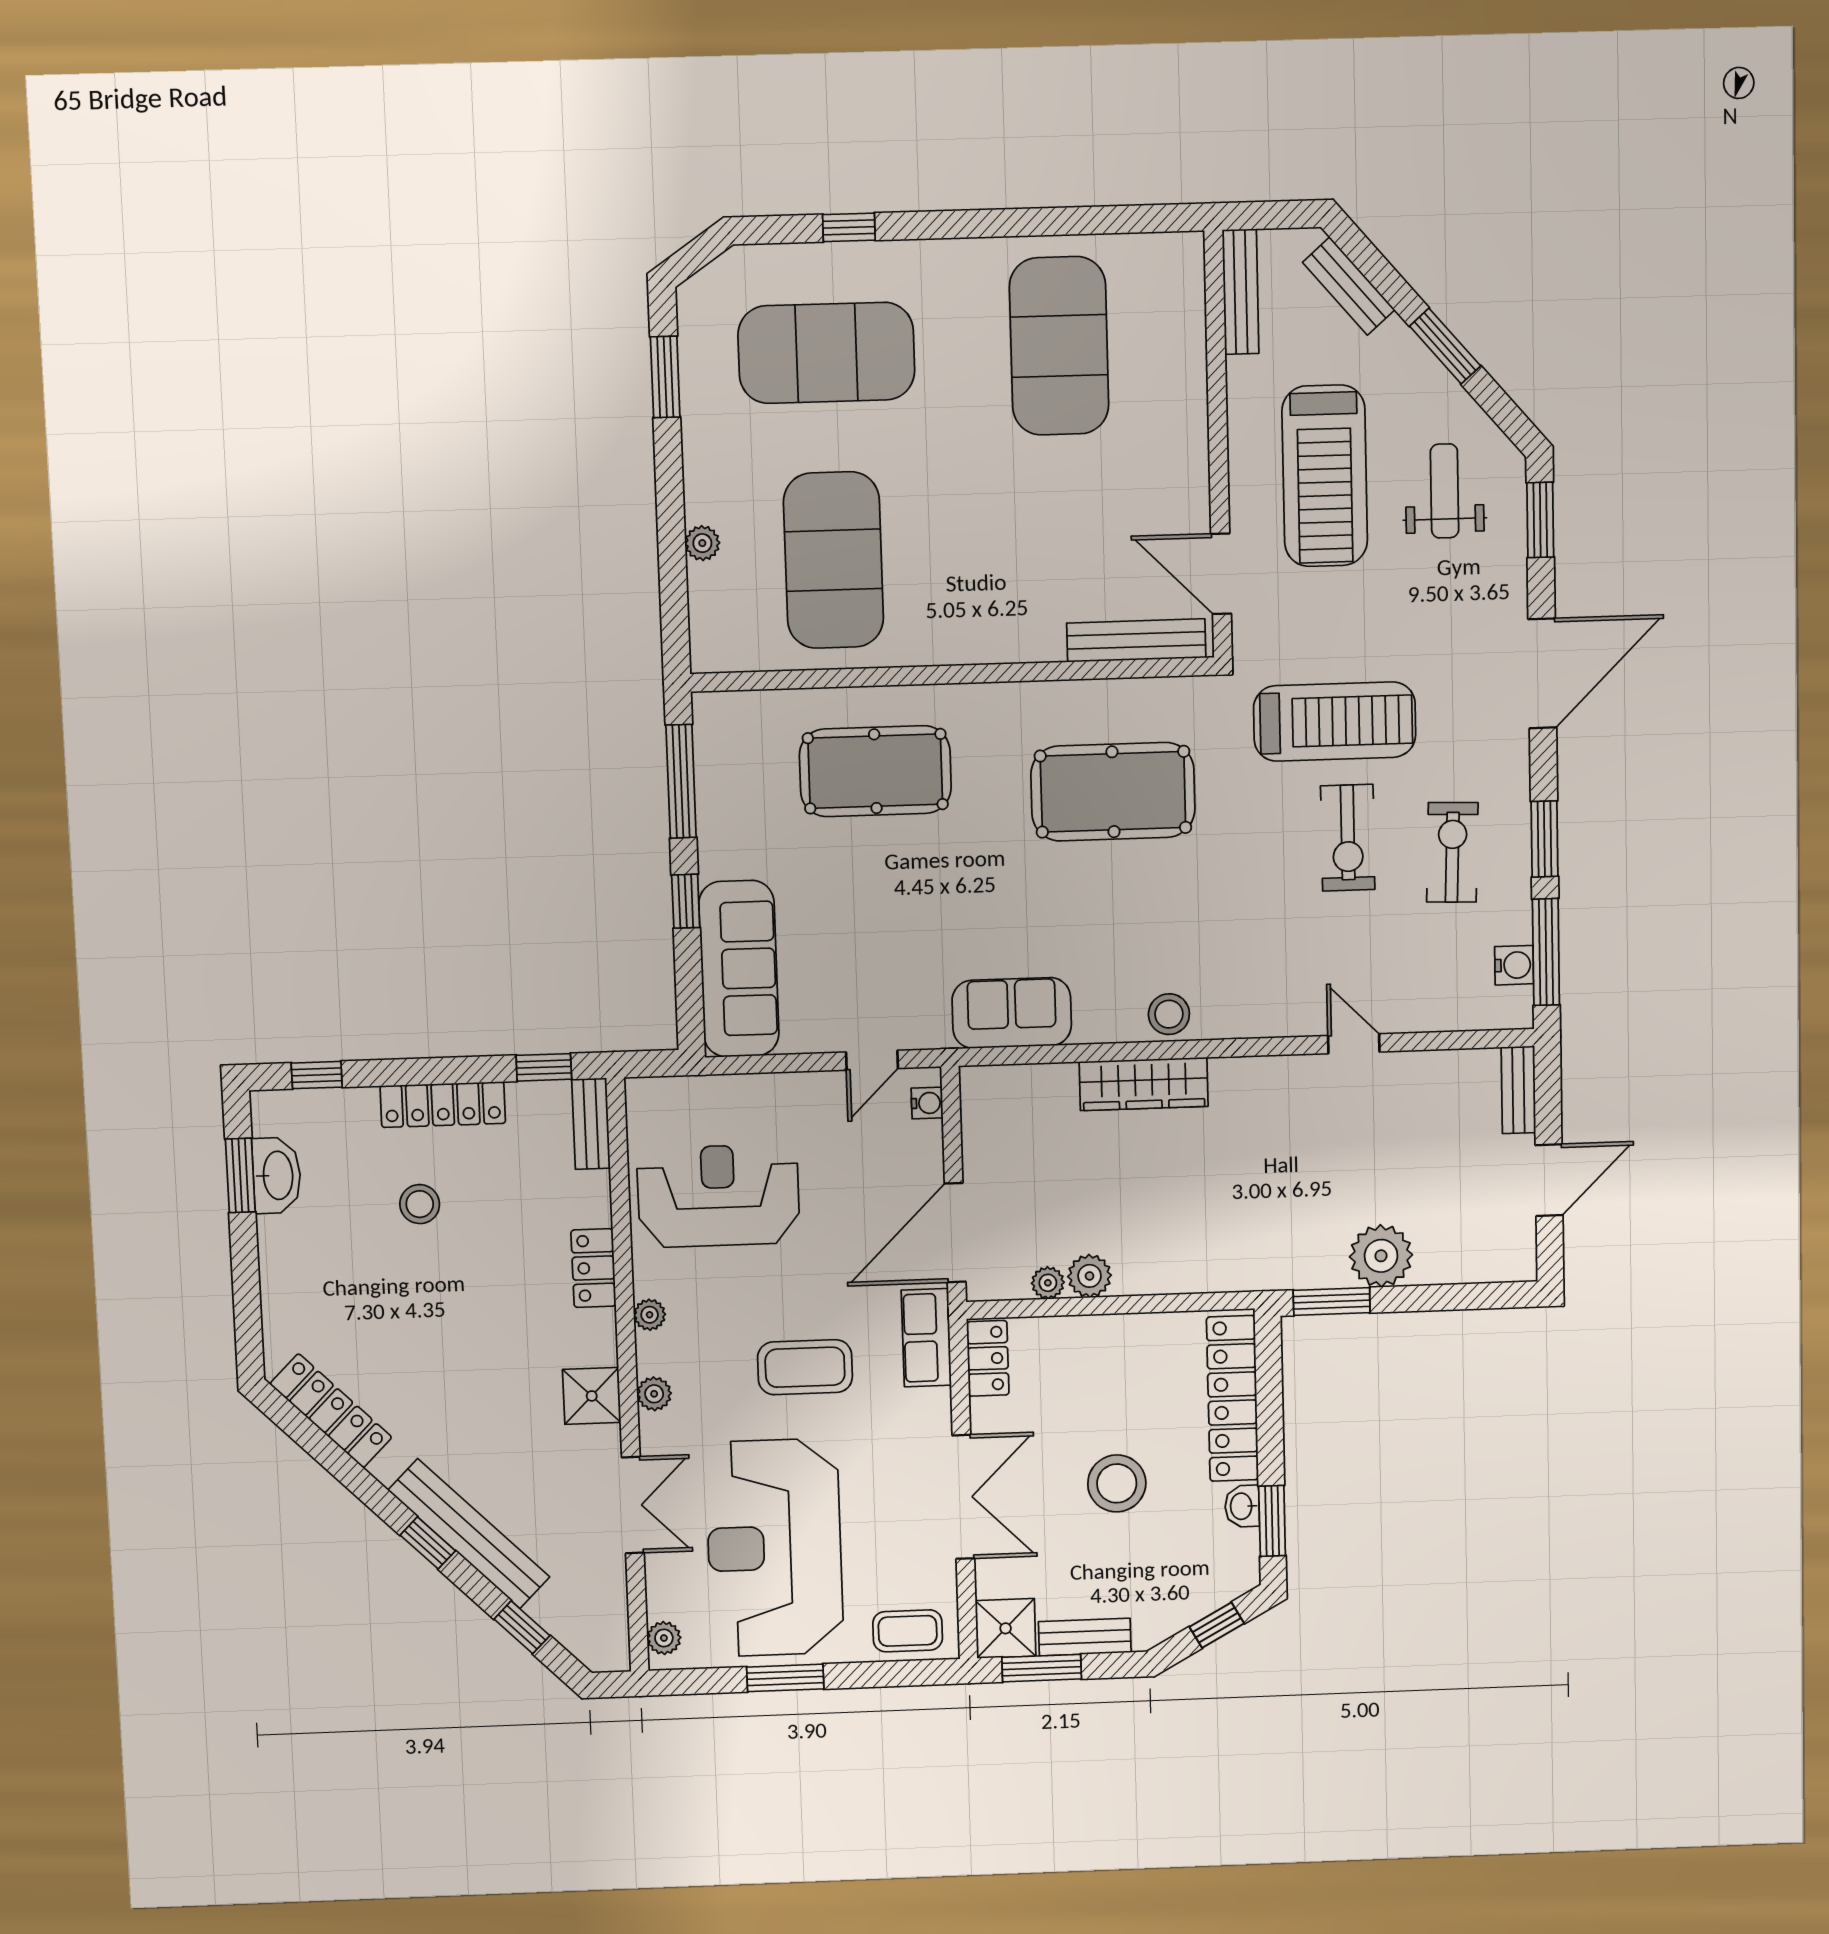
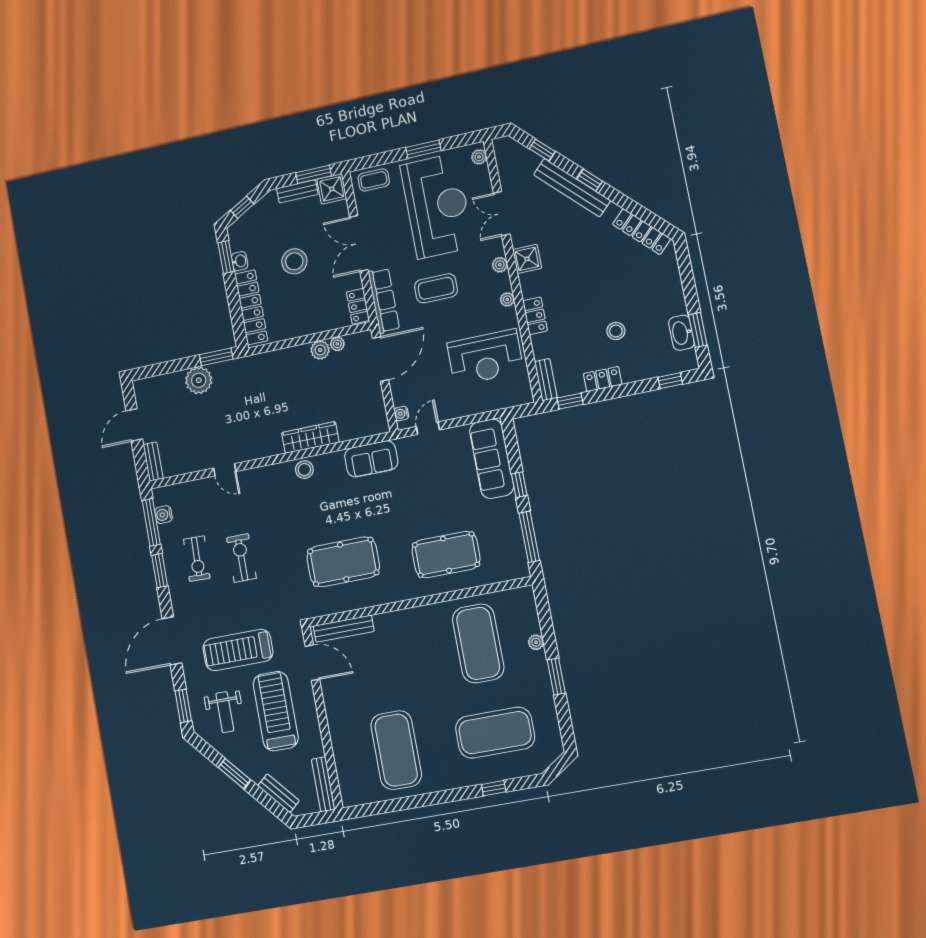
window: (665, 377) -> (556, 677), moved
treadmill: (1335, 722) -> (238, 650), moved
locker: (443, 1105) -> (603, 379), width x0.66
row of seats: (926, 1338) -> (384, 301), width x1.48

